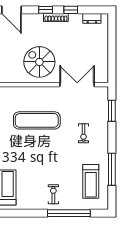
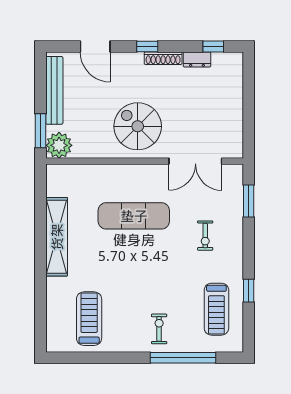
window: (71, 10) -> (213, 46), moved
dresser: (92, 18) -> (197, 59), moved
double door: (77, 85) -> (195, 161), swing flipped
window: (112, 169) -> (249, 291), width x0.46

